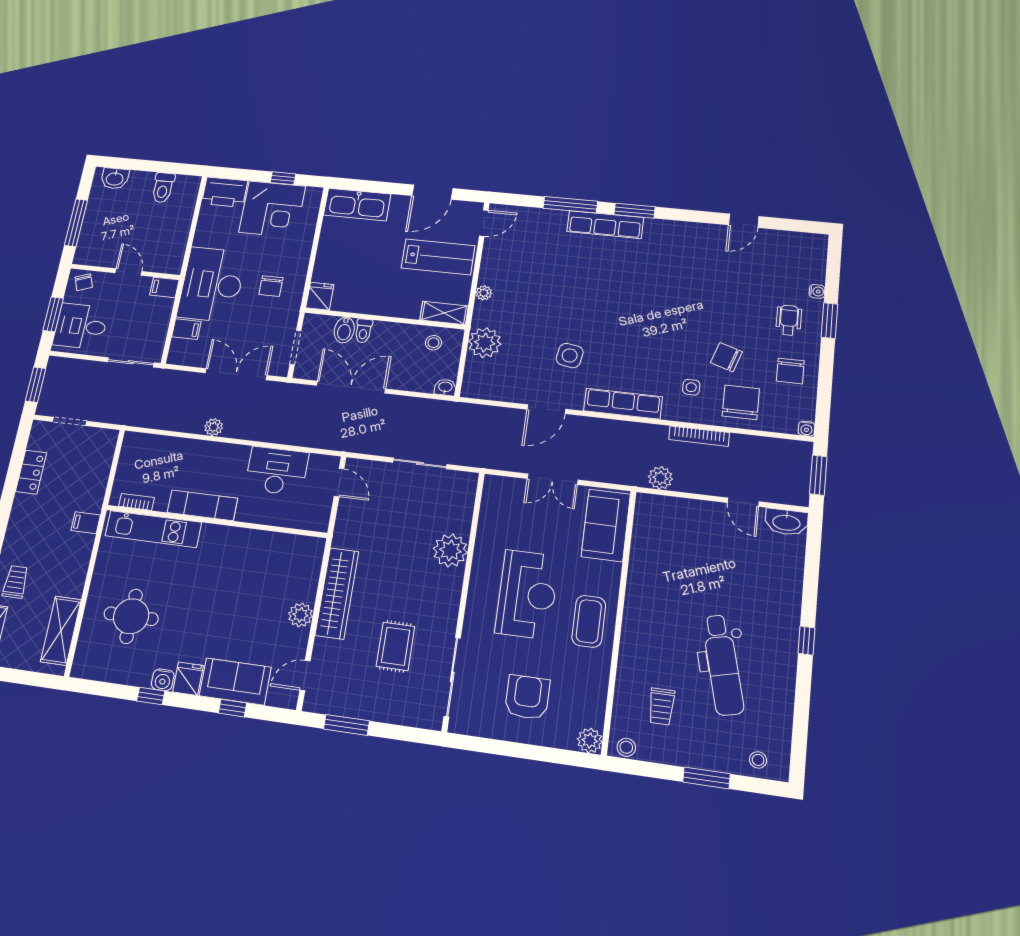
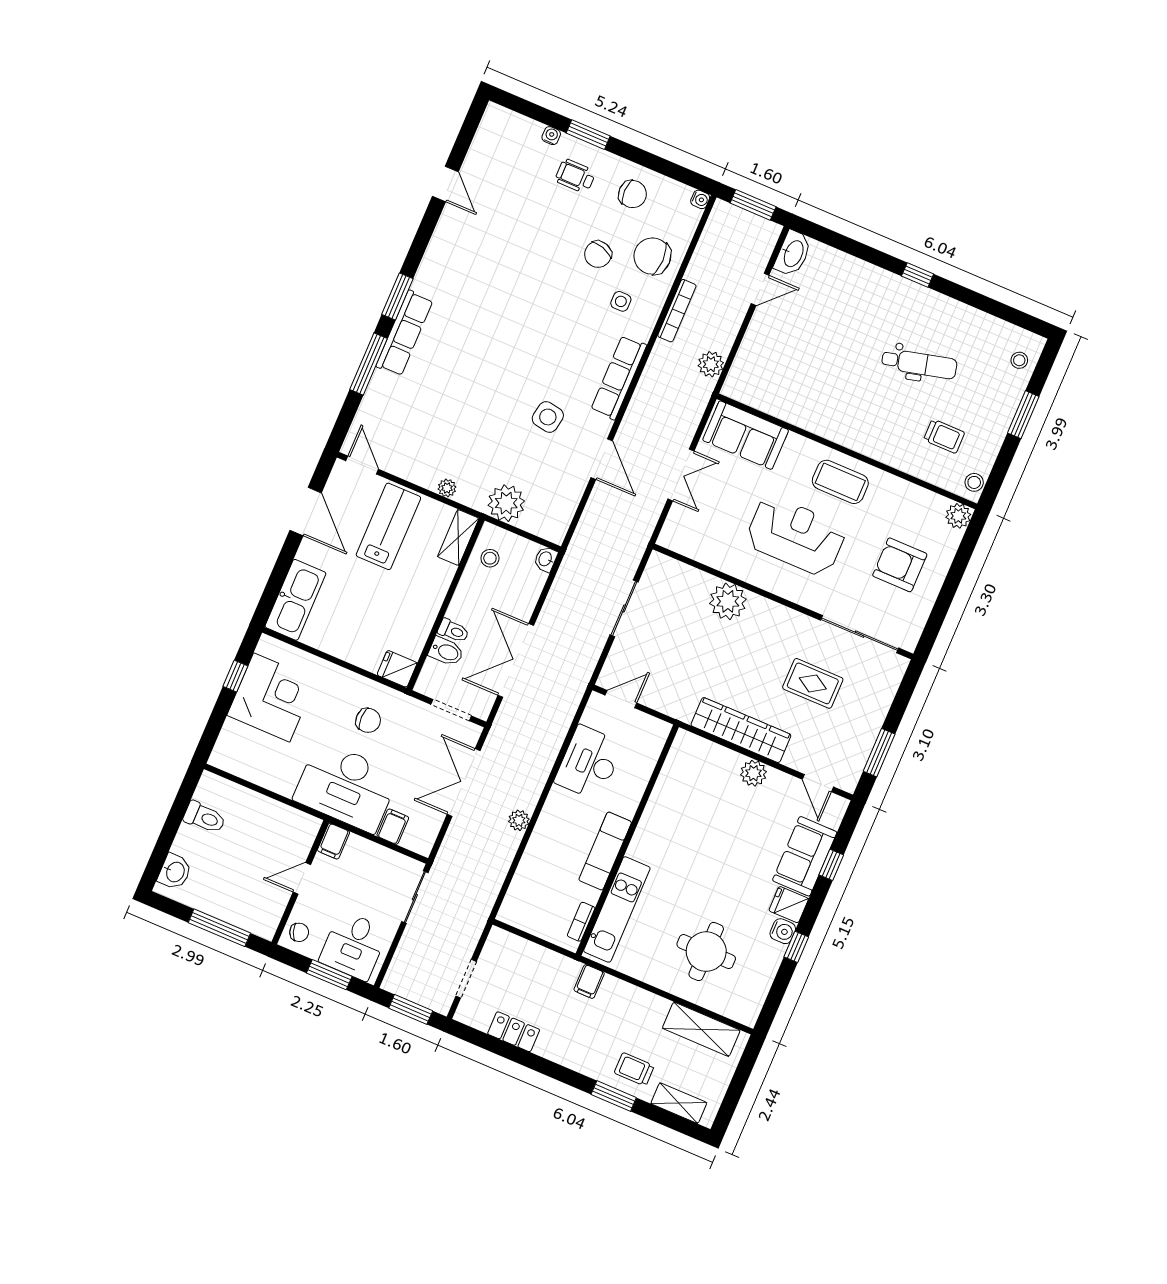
printer: (225, 192) -> (233, 747), removed
dental chair: (723, 665) -> (919, 364), width x0.73, depth x0.72

